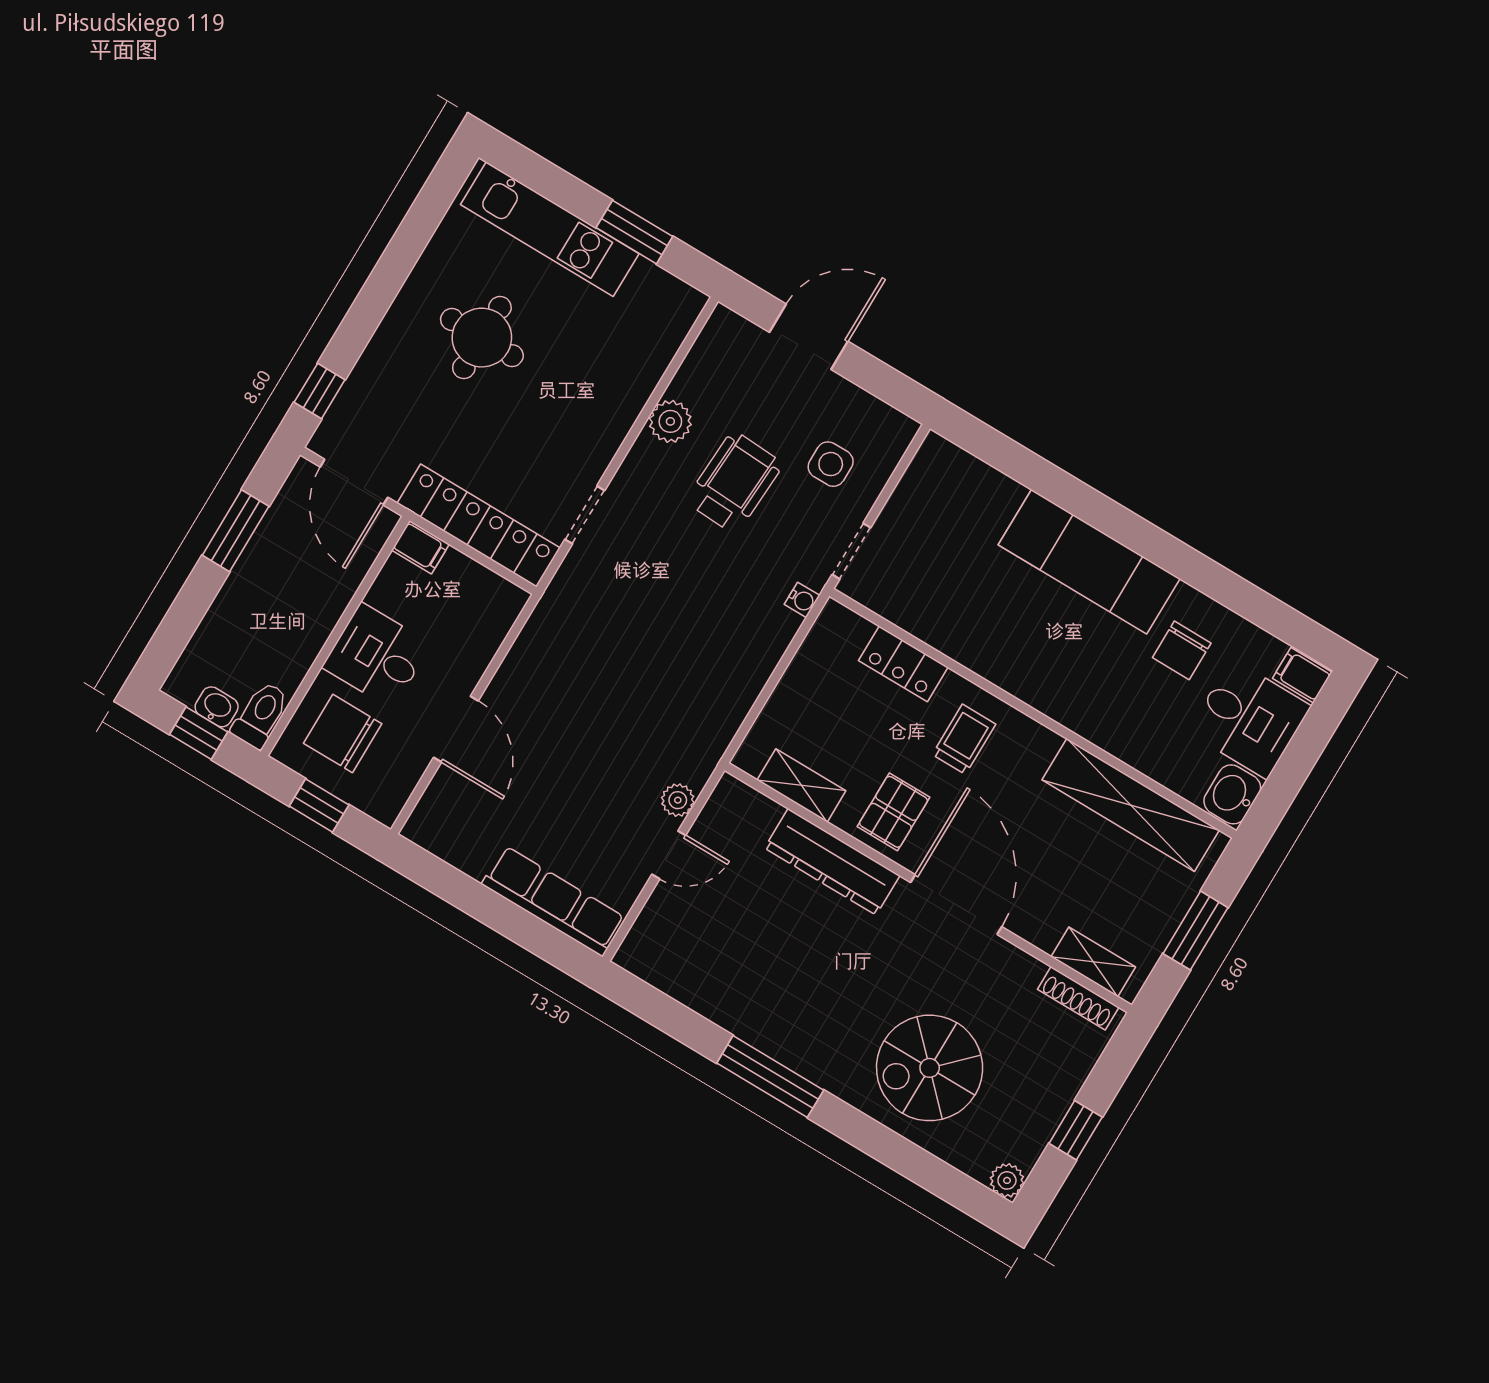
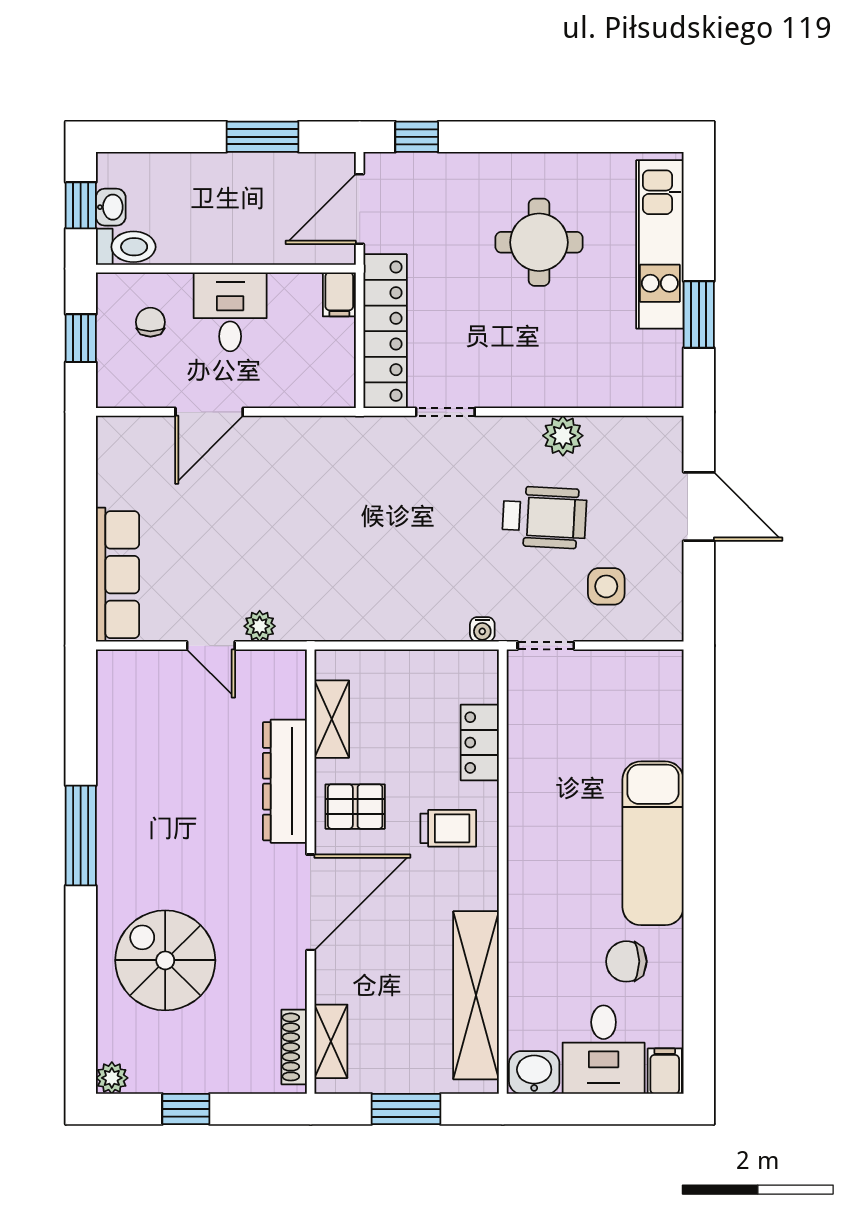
chair: (343, 734) -> (150, 322), width x0.54, depth x0.54

